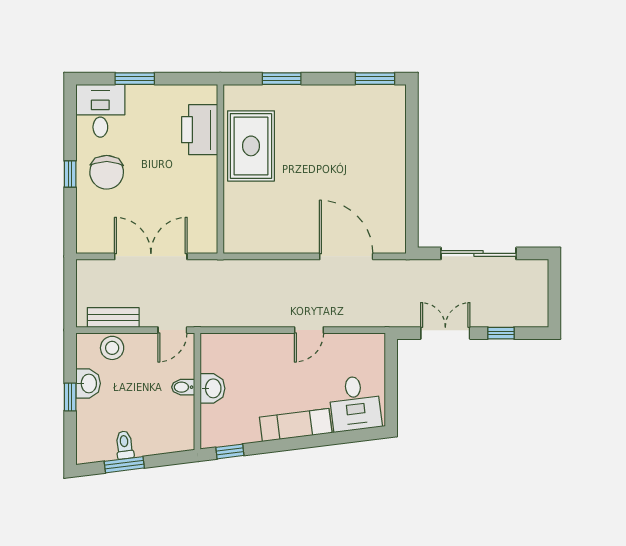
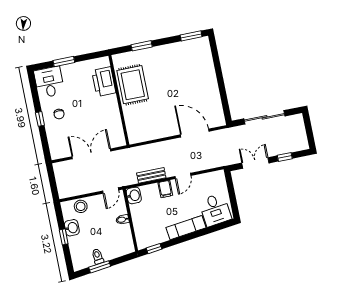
chair: (107, 172) -> (59, 114), width x0.54, depth x0.54
bench: (113, 317) -> (151, 175), moved
filing cabinet: (272, 347) -> (165, 189), added
washbasin: (212, 388) -> (134, 195), moved

